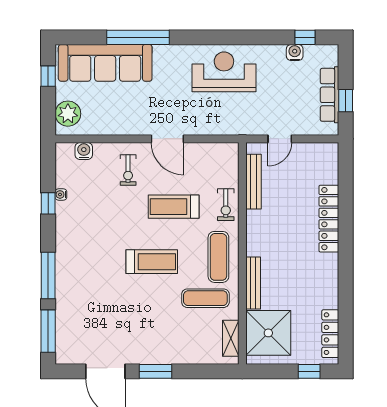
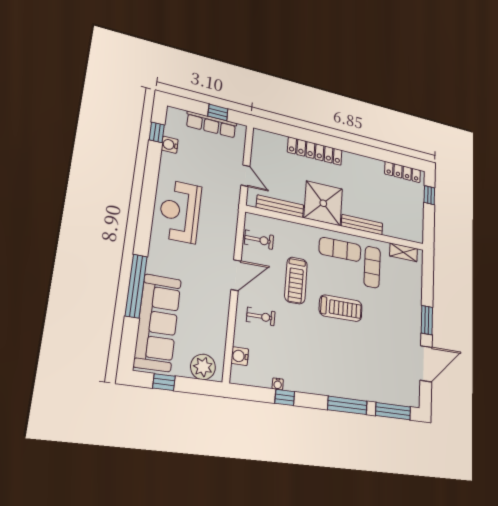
exercise bike: (226, 205) -> (259, 240), moved
treadmill: (152, 262) -> (341, 308), turned 90
shower: (268, 333) -> (323, 203), moved

